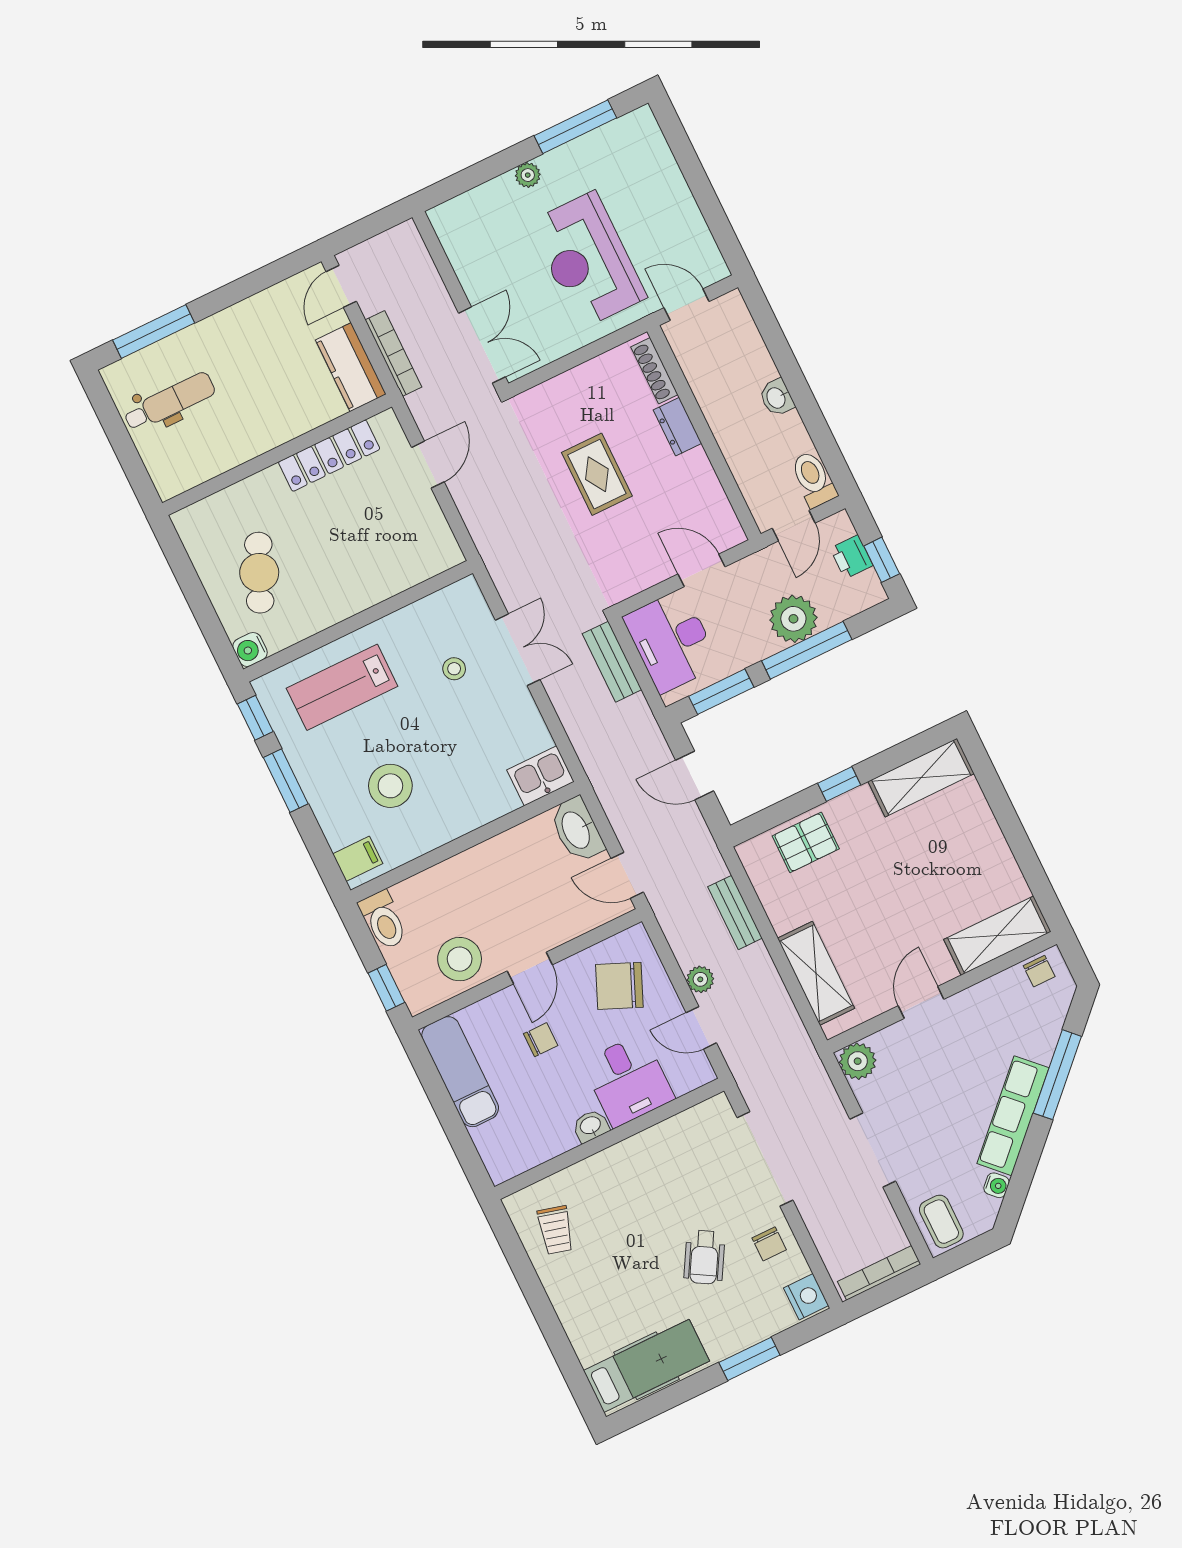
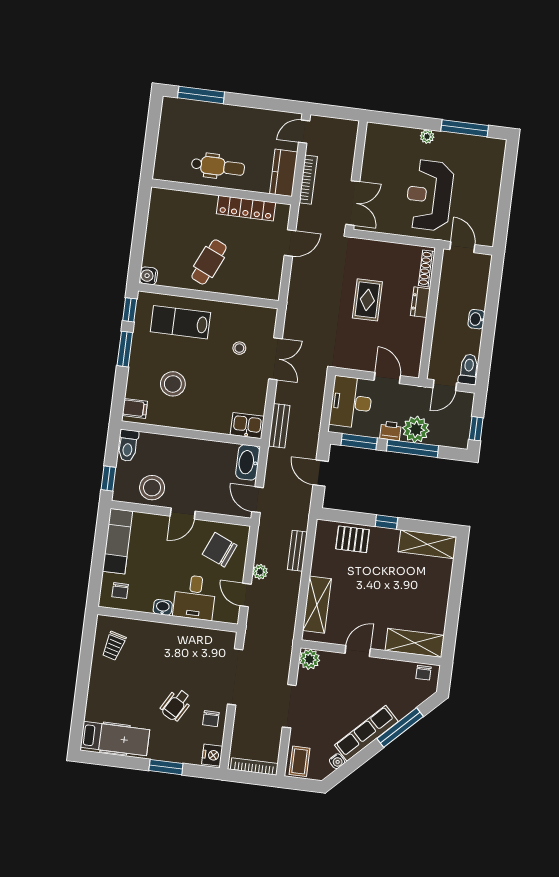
dental chair: (169, 402) -> (218, 166), moved
printer: (851, 557) -> (391, 431), moved, turned 90
cafe table: (259, 573) -> (209, 262), moved
bench: (612, 662) -> (279, 426), moved
chair: (541, 1040) -> (120, 591), moved, turned 90

